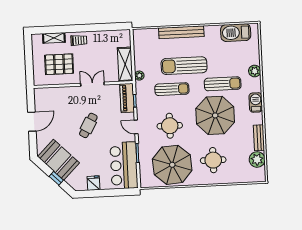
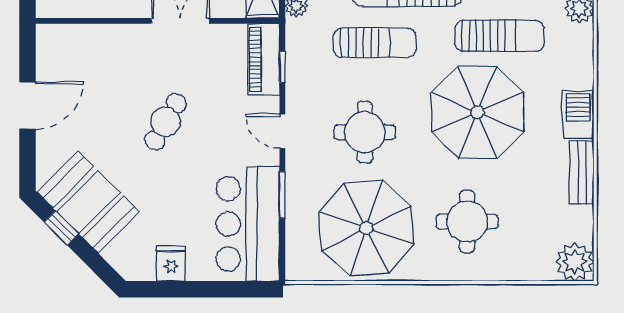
barbecue: (256, 102) -> (578, 114), moved
plant: (257, 160) -> (575, 262), moved
window: (56, 178) -> (61, 228), moved

